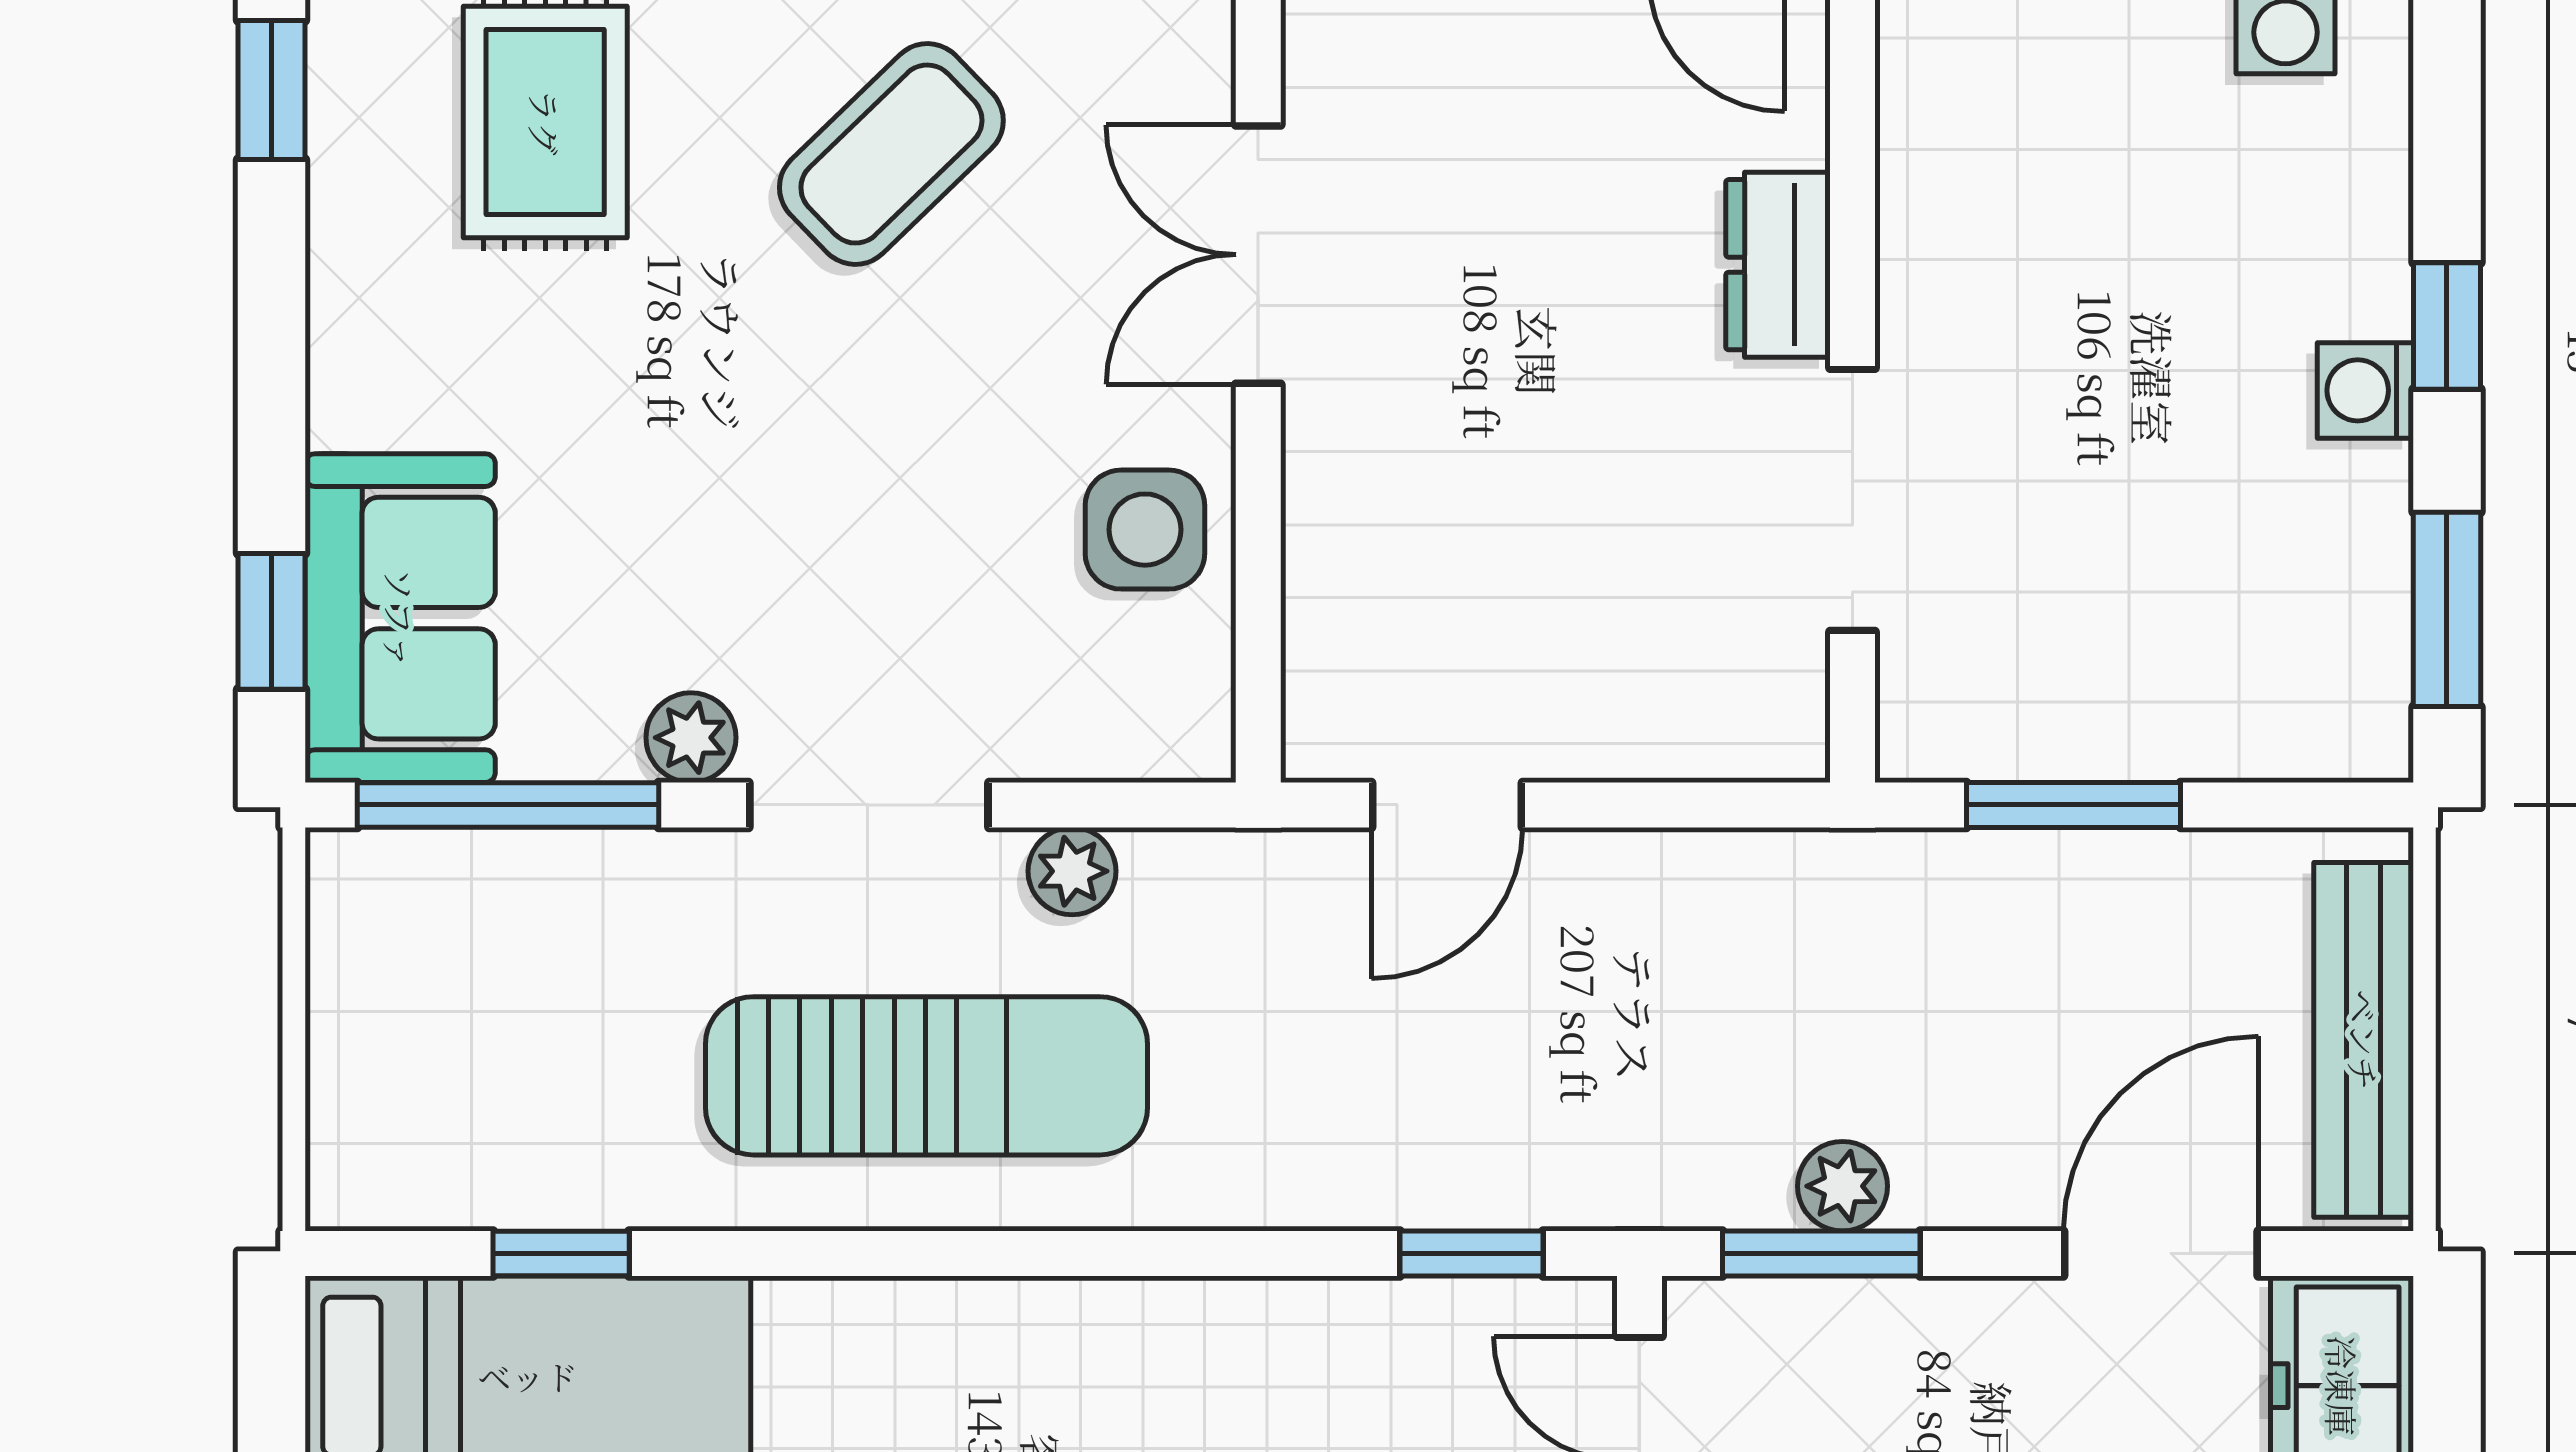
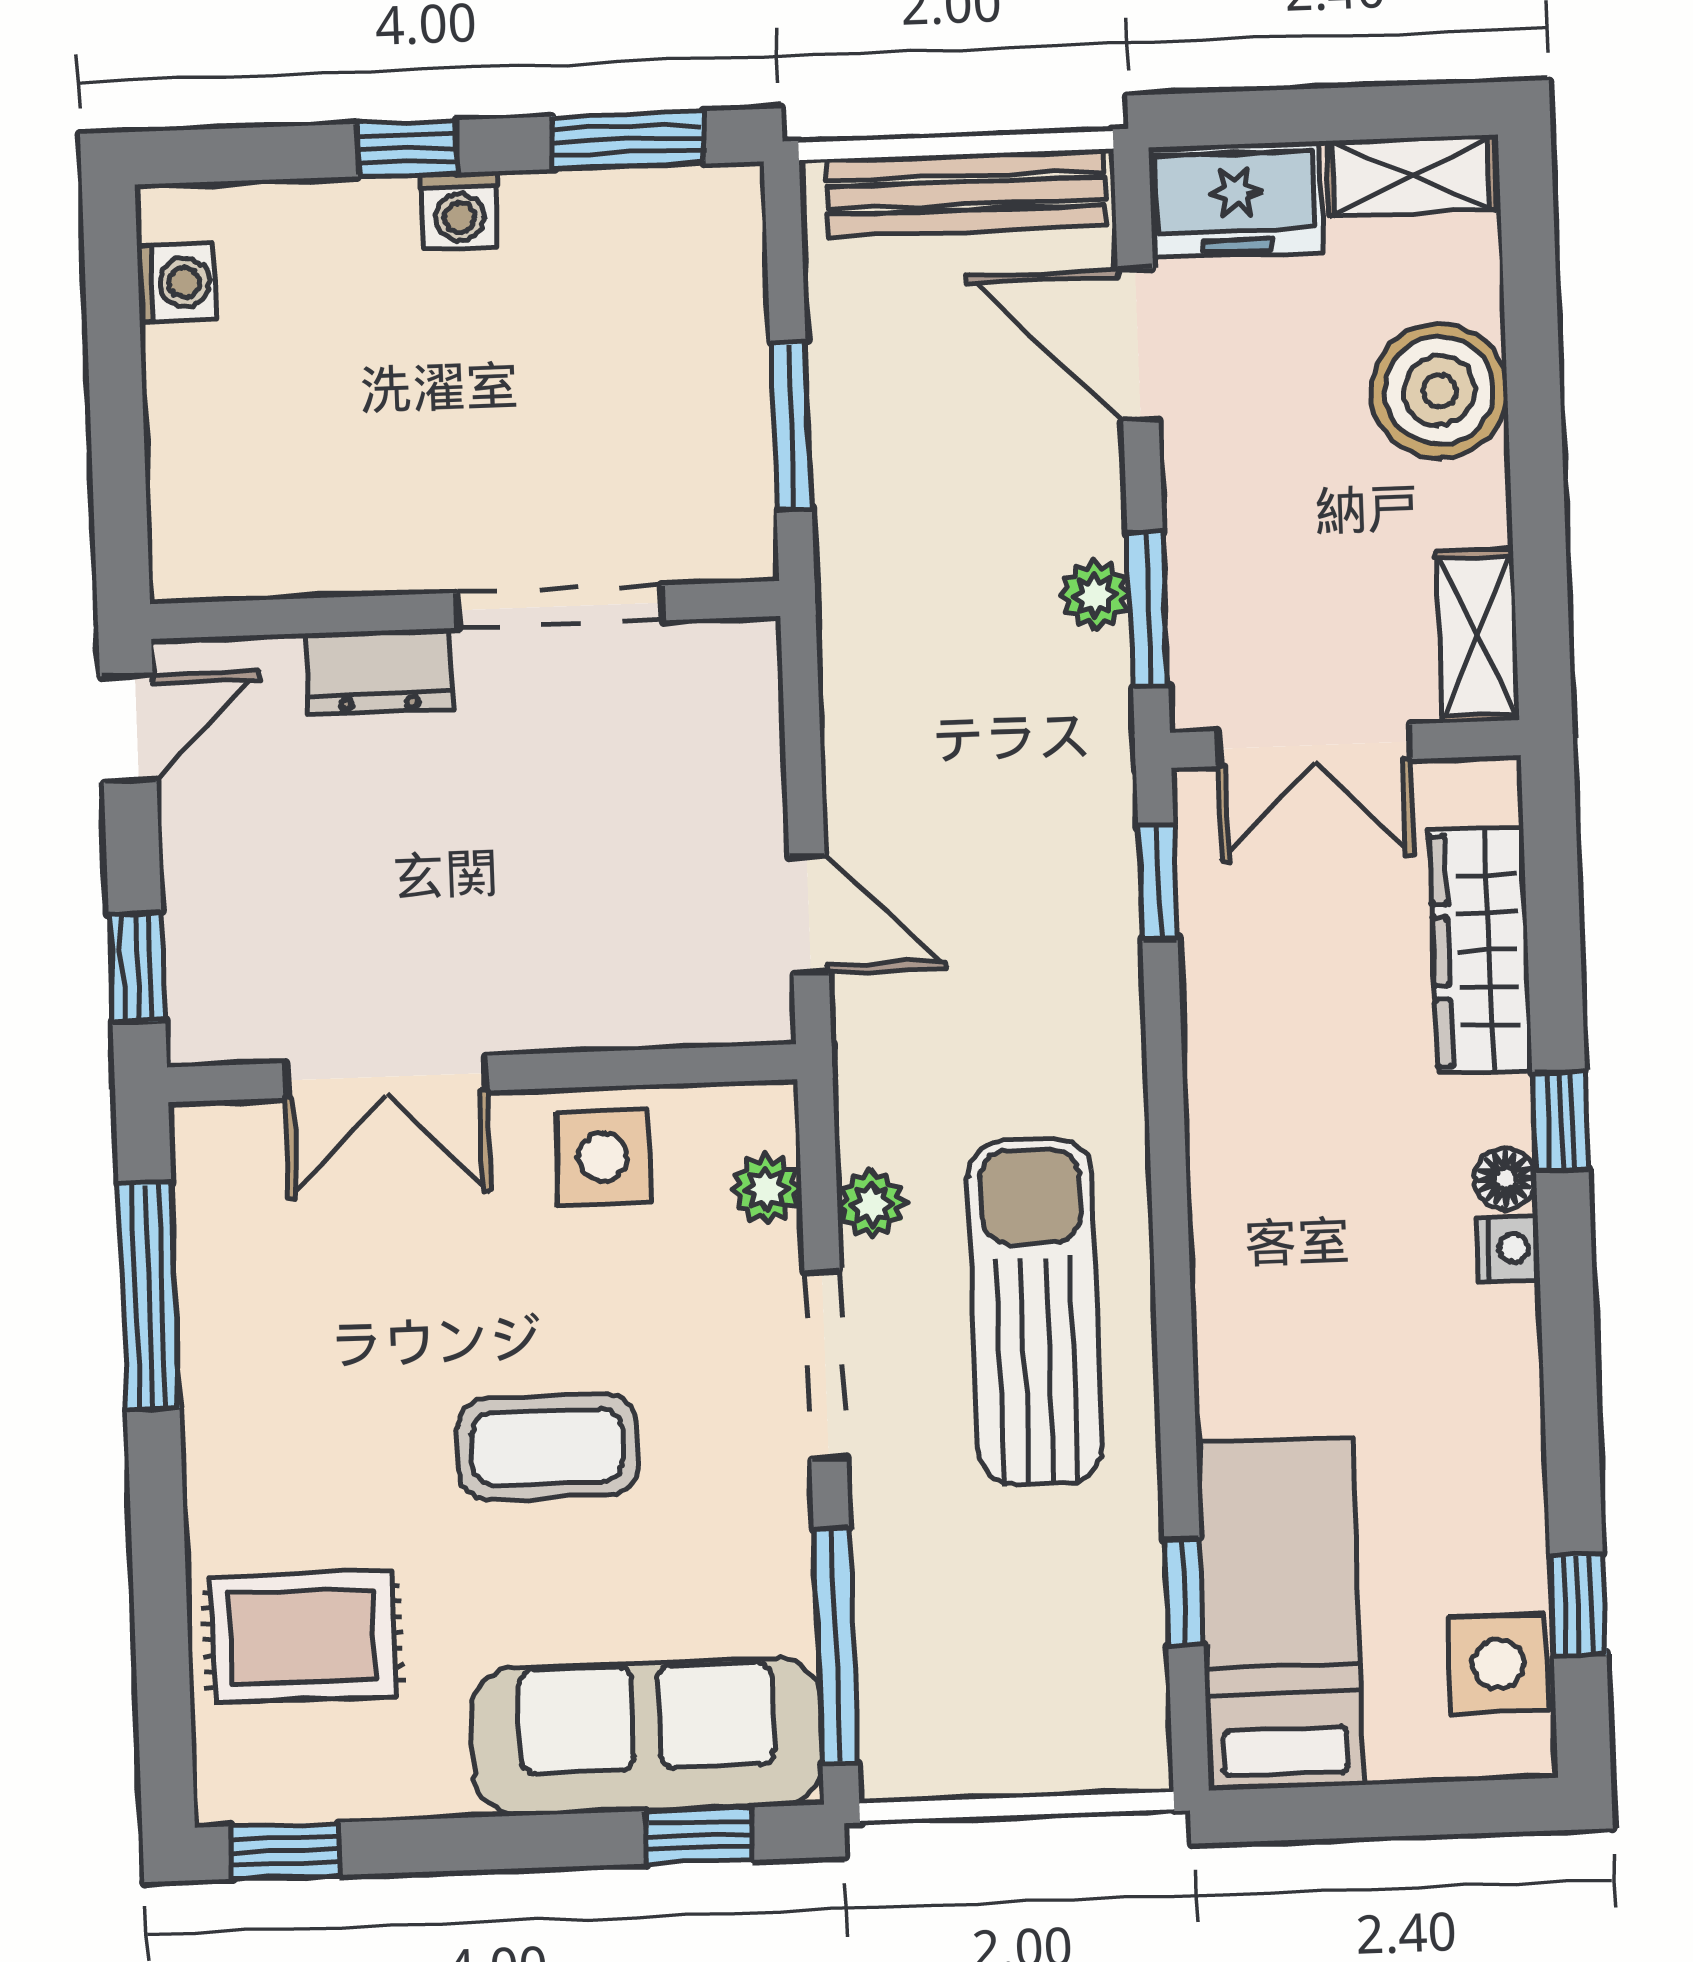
coffee table: (891, 154) -> (547, 1447), moved, turned -46
sofa: (400, 618) -> (647, 1737), width x1.36
plant: (691, 738) -> (766, 1189), moved

